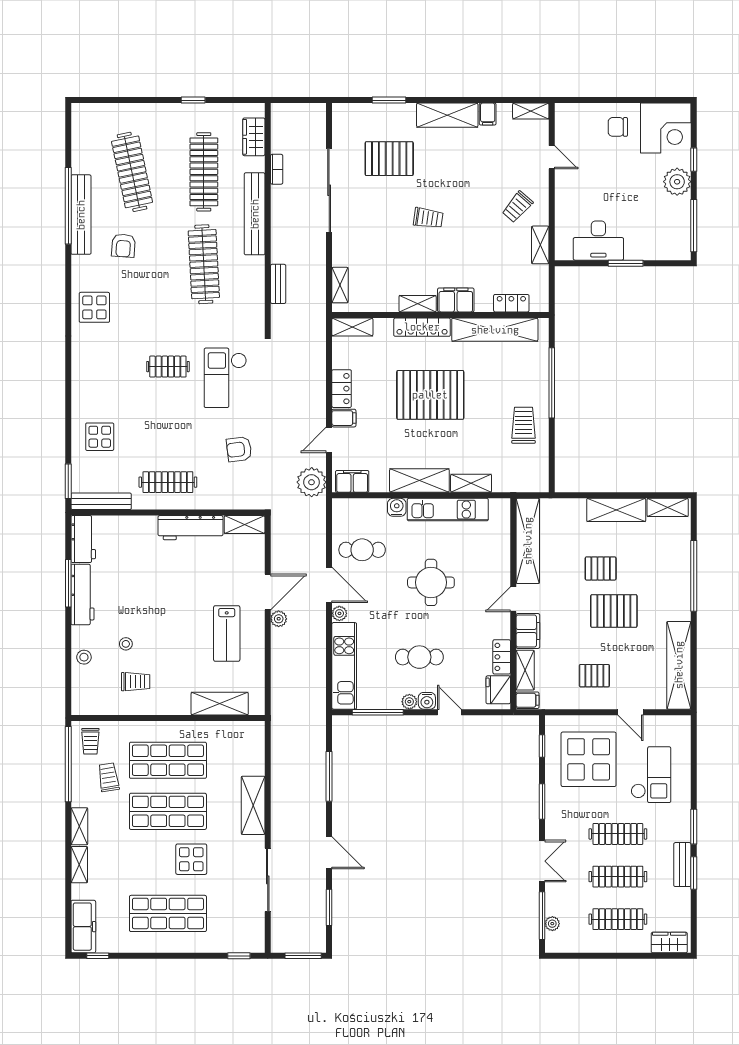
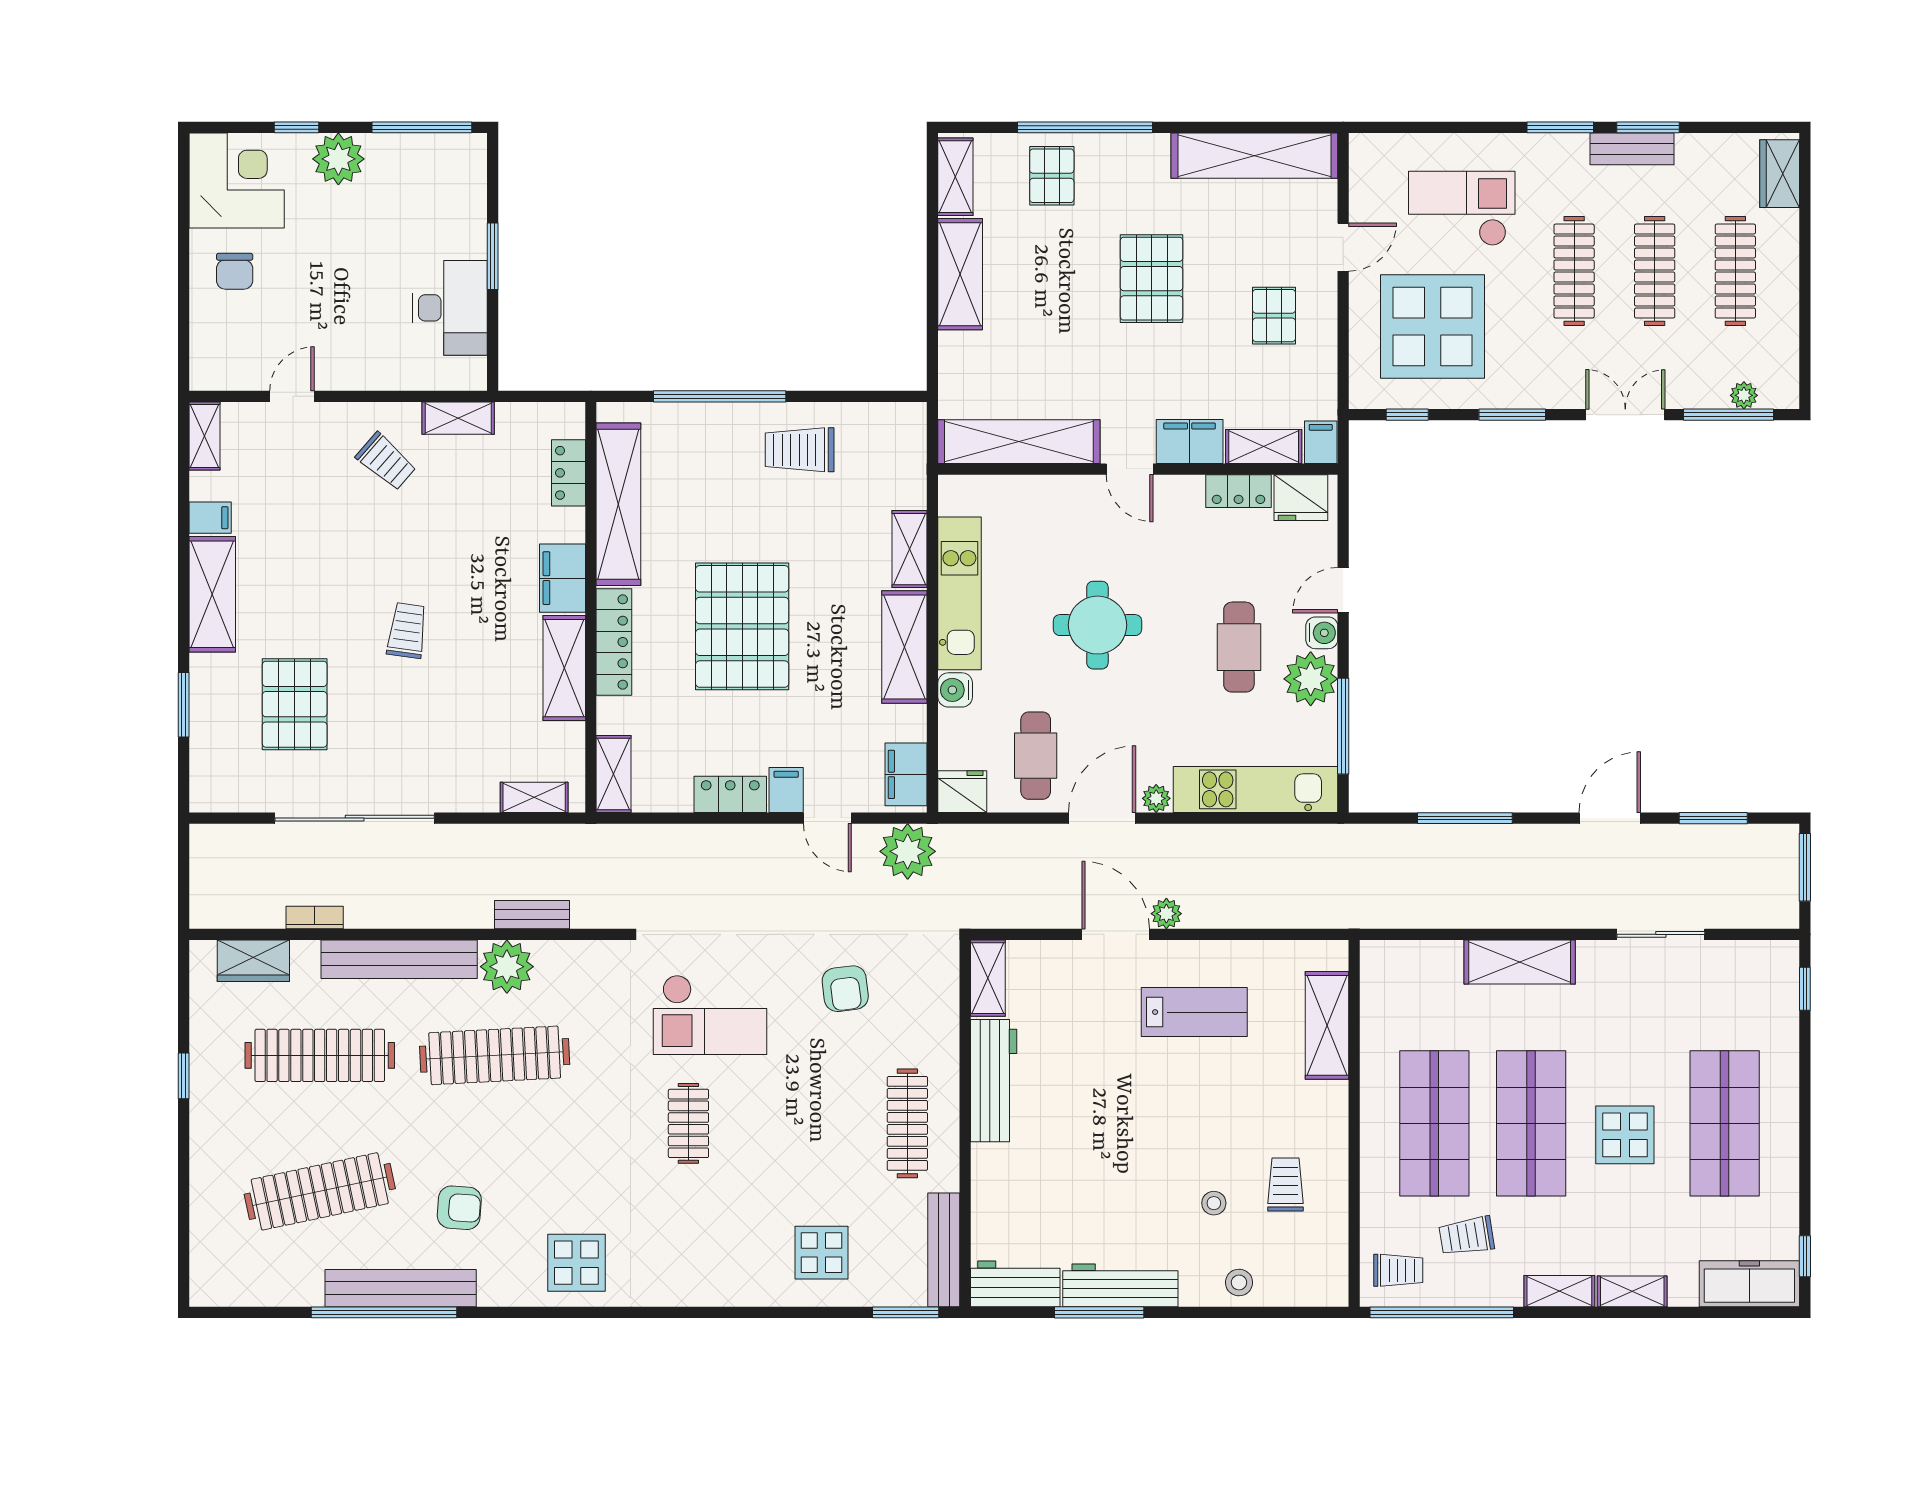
plant: (251, 271) -> (507, 967), added
shelving: (418, 304) -> (564, 668), width x1.50, depth x1.33
fridge: (343, 511) -> (962, 792), added
pallet: (601, 568) -> (1052, 176), moved
plant: (409, 702) -> (1311, 679), width x1.88, depth x1.88
display table: (191, 859) -> (1625, 1135), moved
sliding door: (268, 880) -> (1661, 934), width x0.73

